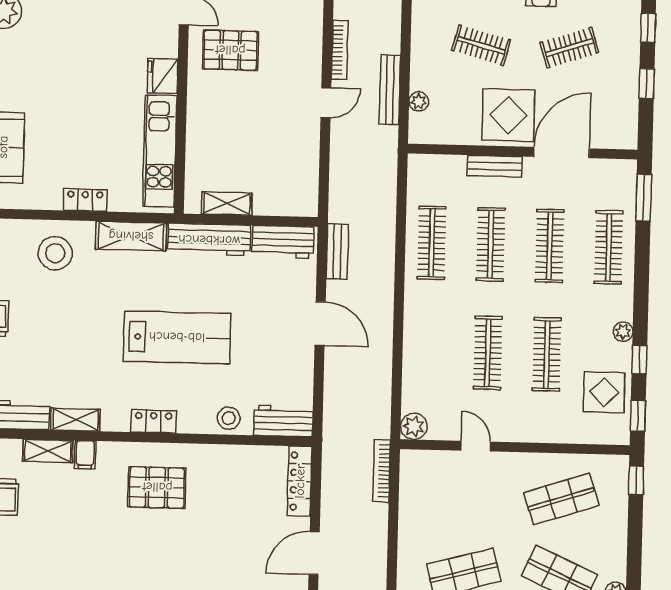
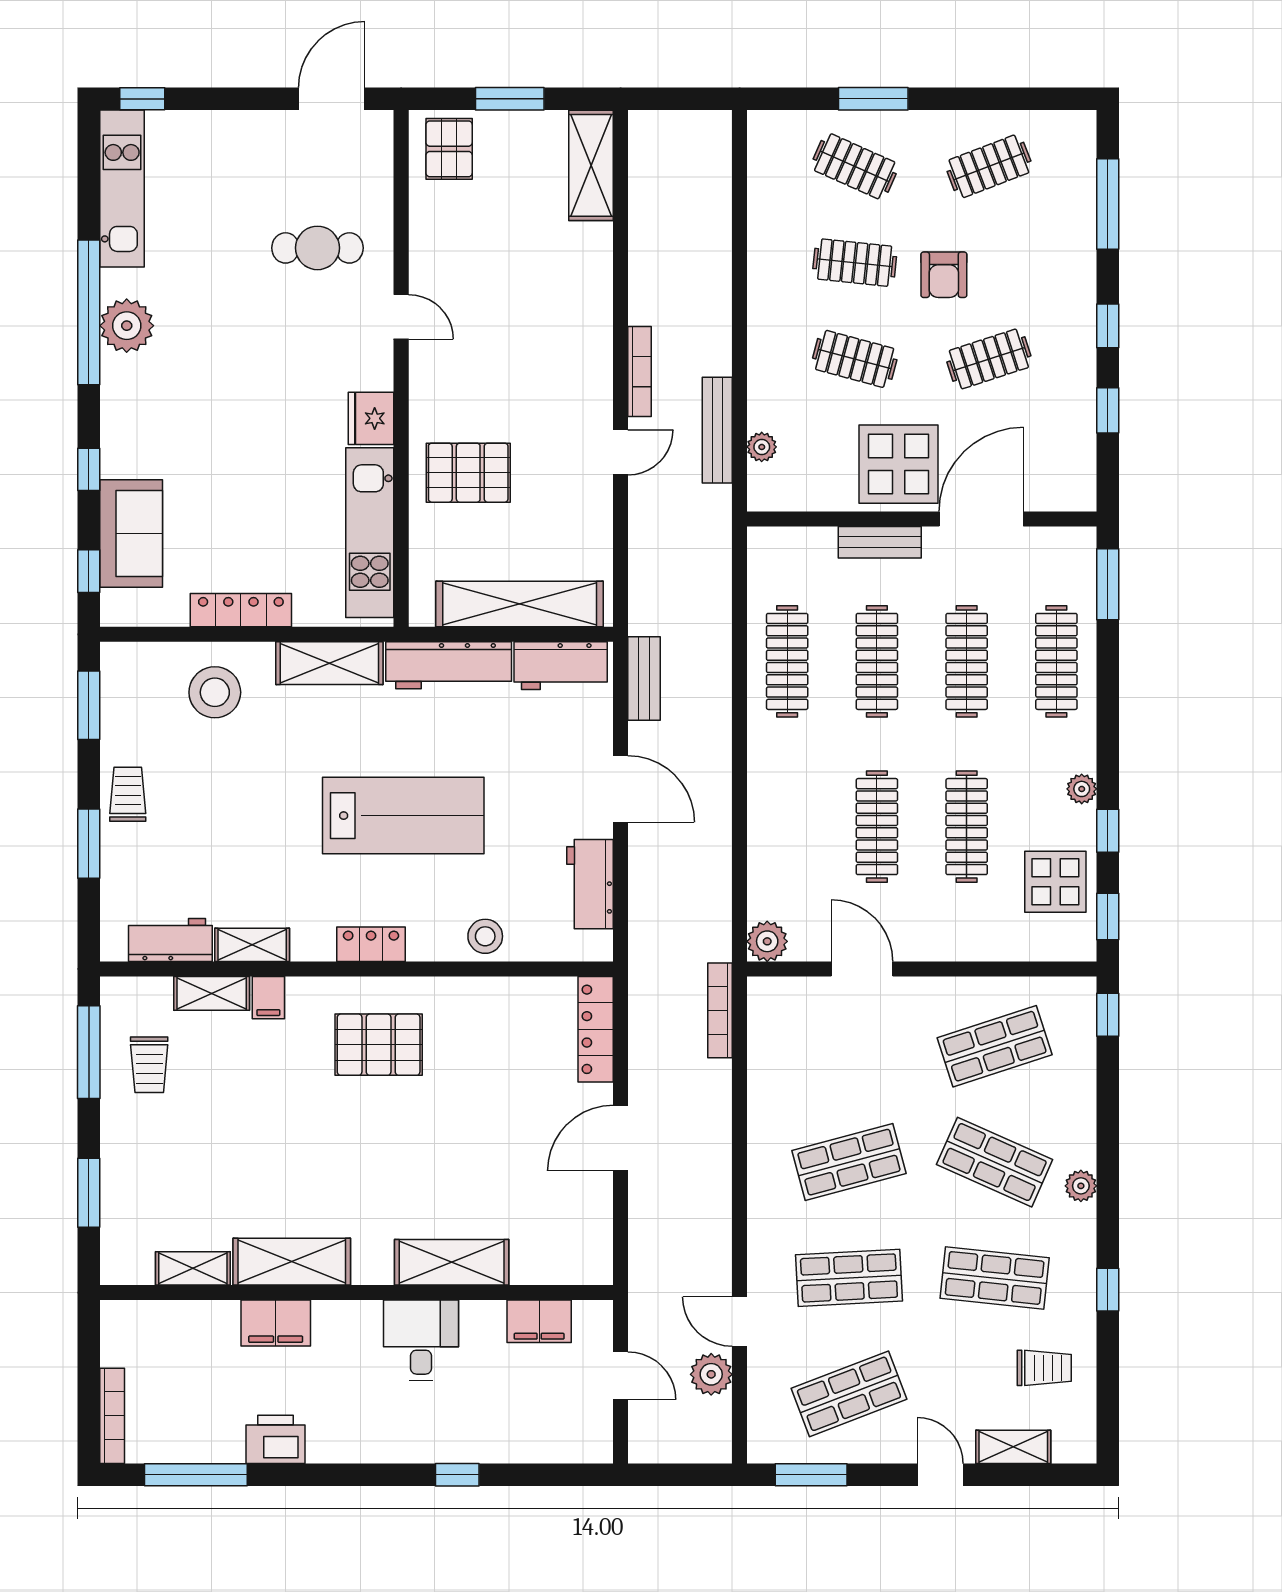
pallet: (230, 50) -> (468, 473), moved
locker: (85, 200) -> (241, 610), width x1.53
shelving: (227, 203) -> (520, 604), width x2.20, depth x1.33
workbench: (283, 421) -> (590, 884), moved, turned -90
door: (476, 446) -> (862, 969), width x1.38

